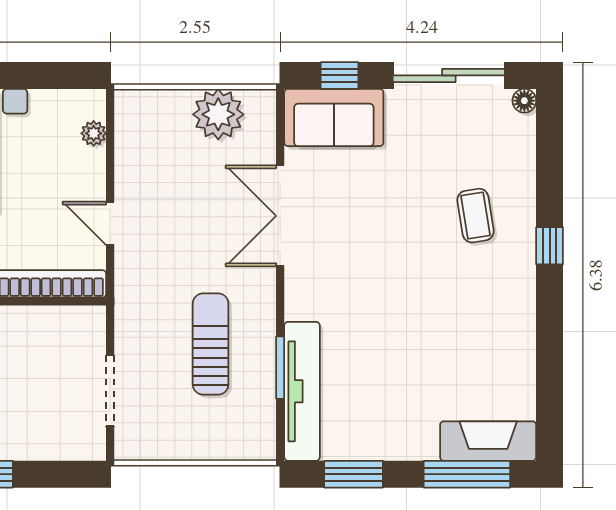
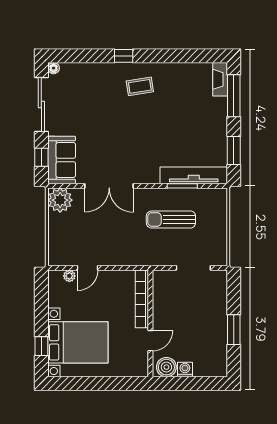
plant: (218, 114) -> (60, 200), moved
coffee table: (475, 216) -> (140, 86), moved
door: (110, 223) -> (88, 268), moved
fireplace: (488, 441) -> (220, 79), width x0.73, depth x0.76

